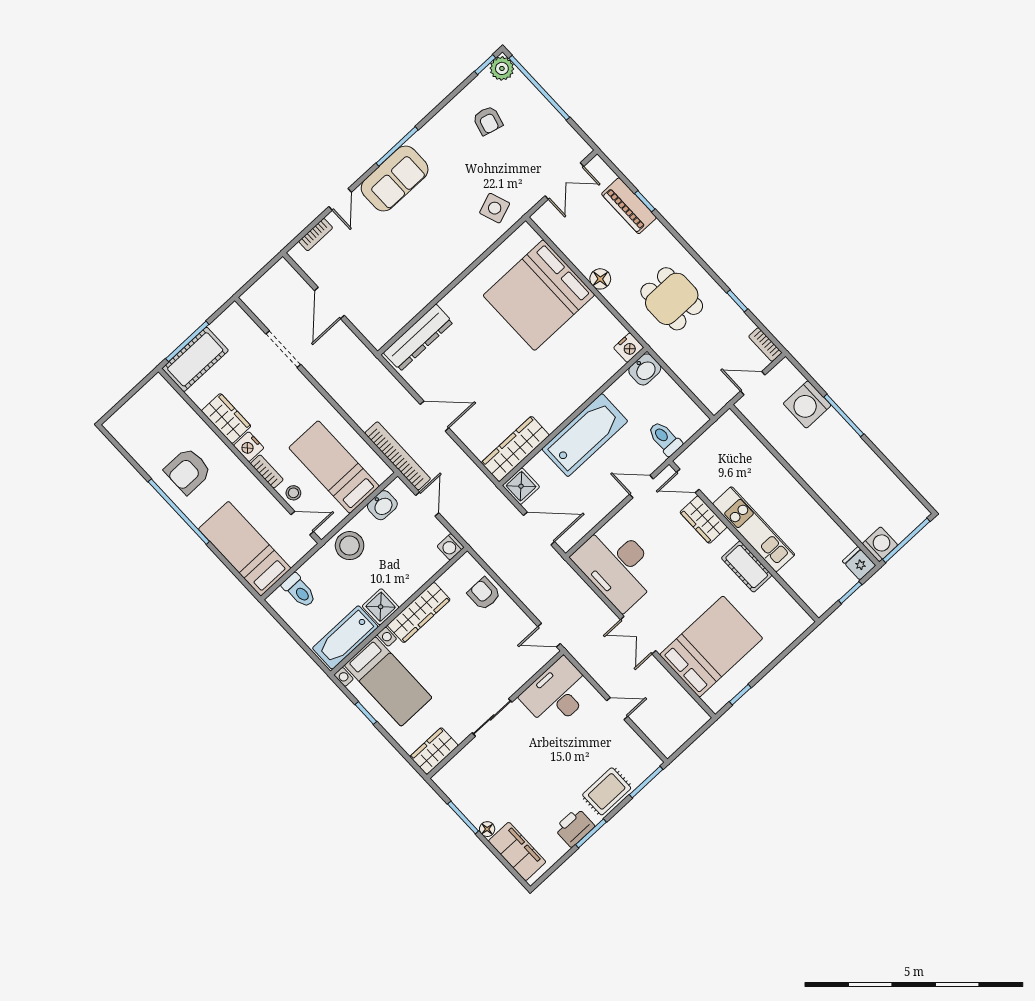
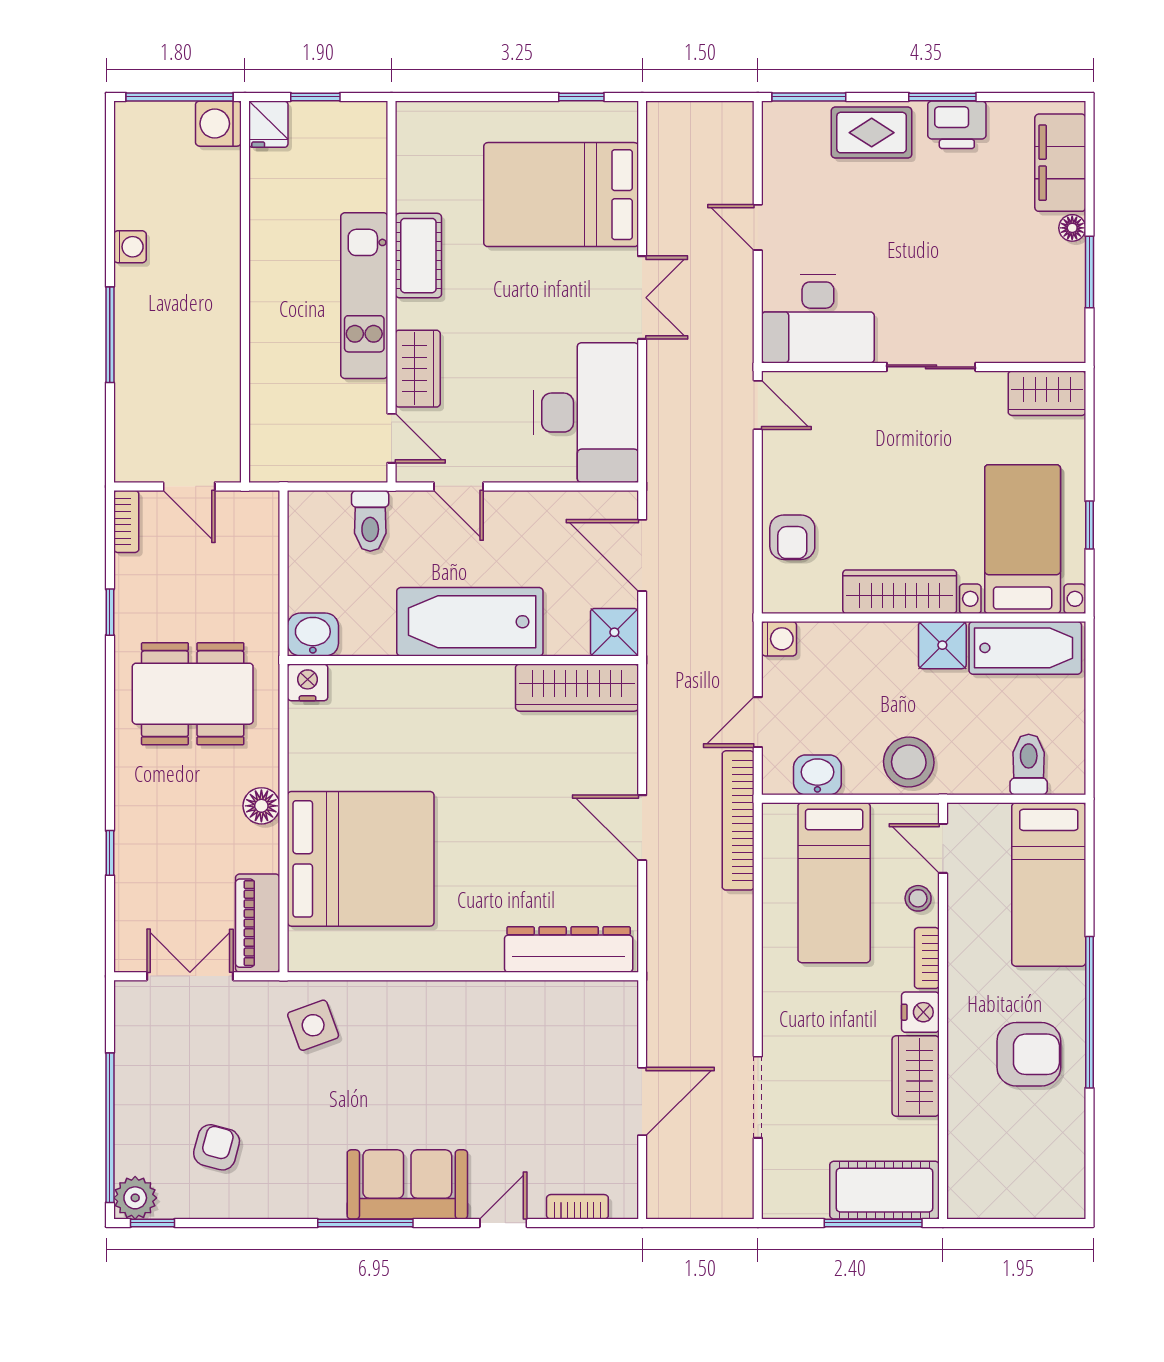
piano: (629, 206) -> (258, 923), moved, turned 180
dining table: (672, 299) -> (193, 694), width x1.38
washing machine: (807, 404) -> (130, 247), moved, width x0.53, depth x0.53

